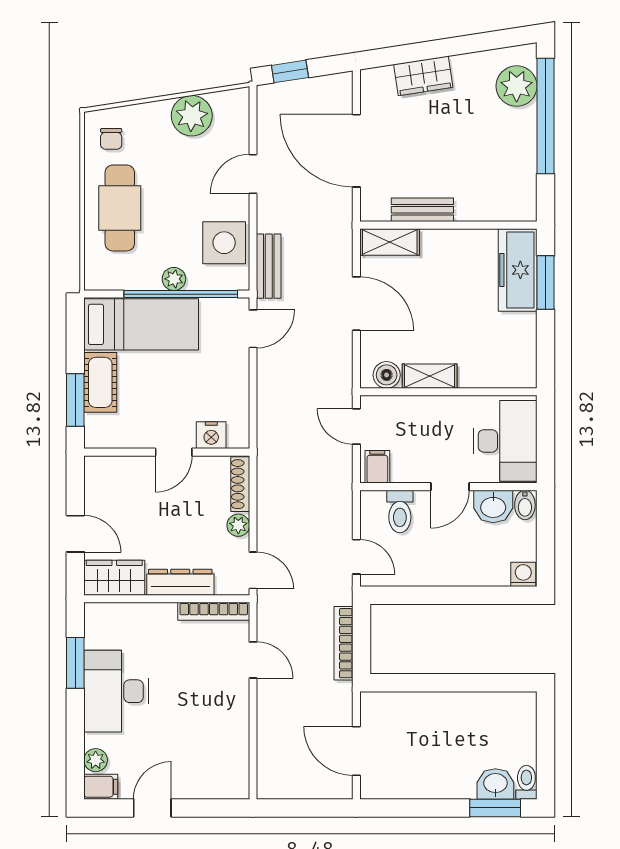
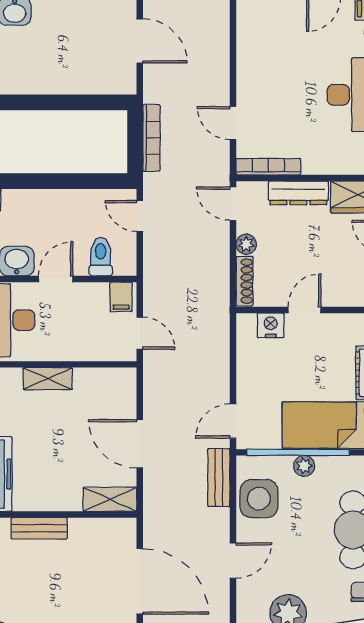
bench: (422, 210) -> (39, 528), moved
boiler: (387, 375) -> (113, 380), removed
shelving: (430, 376) -> (48, 379), moved

